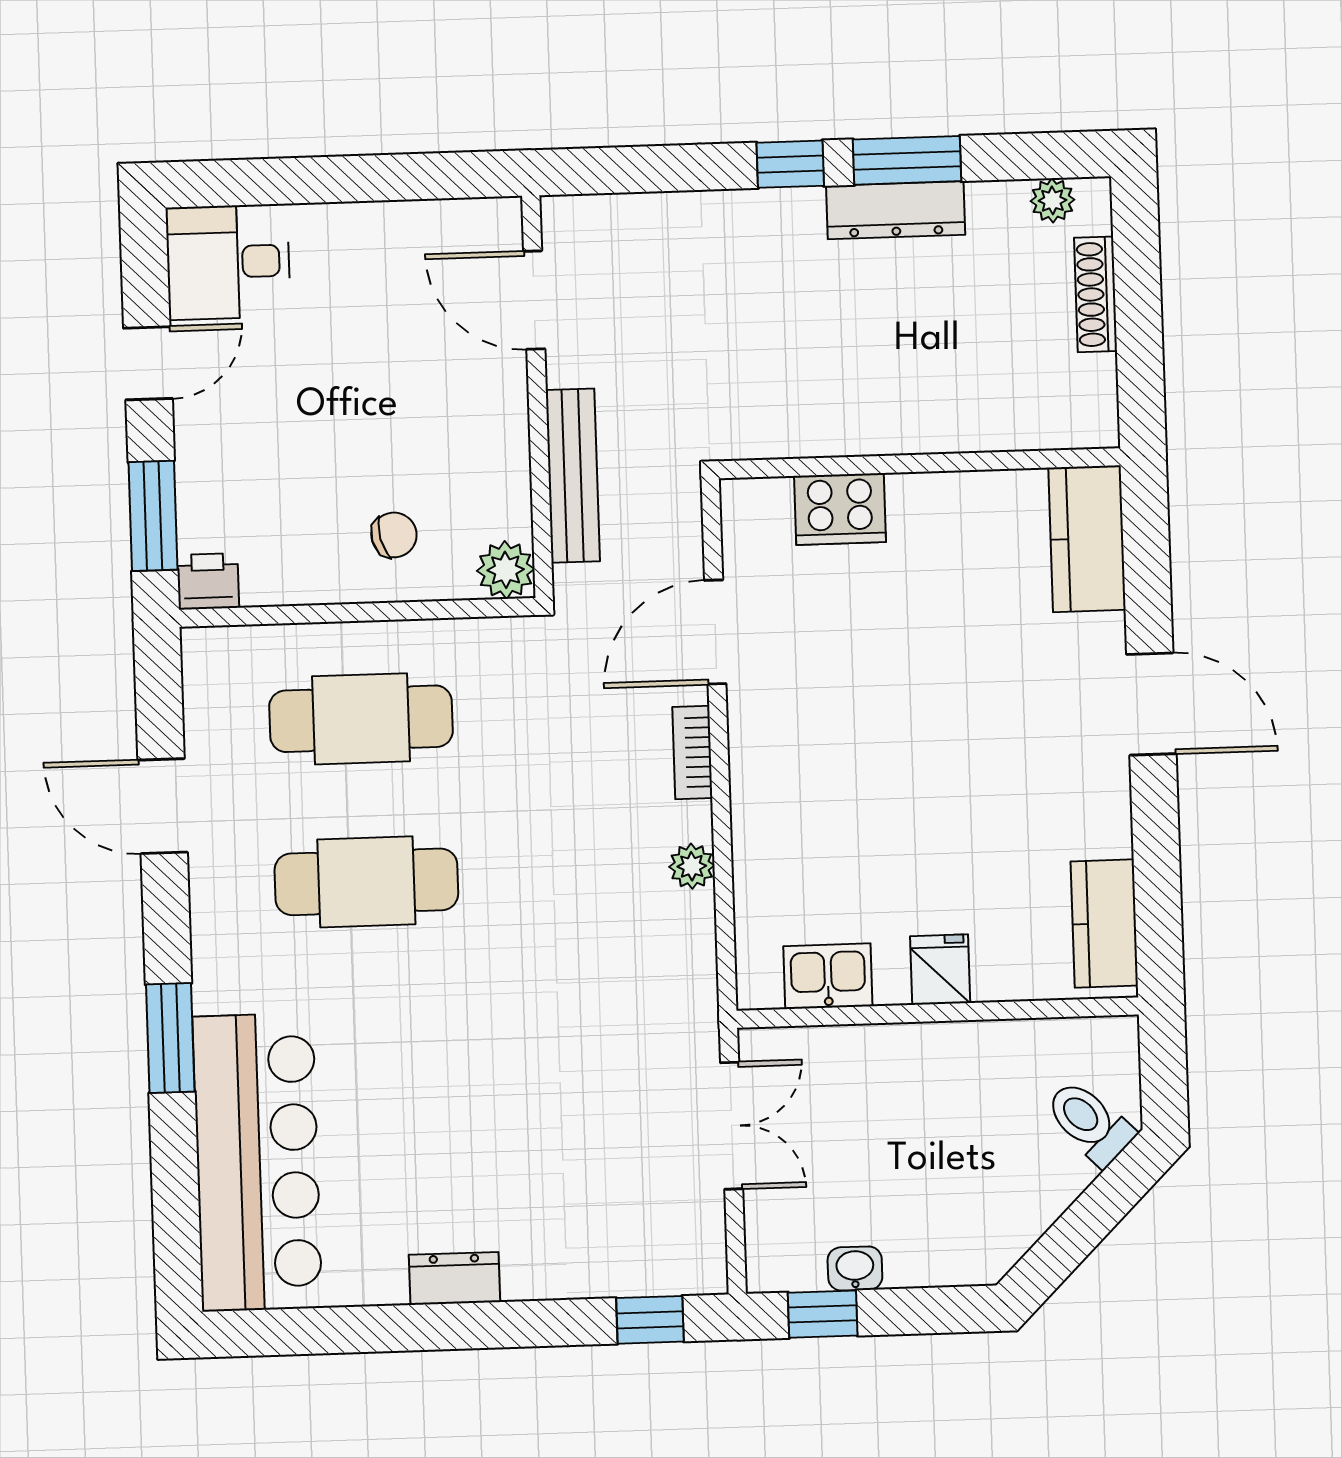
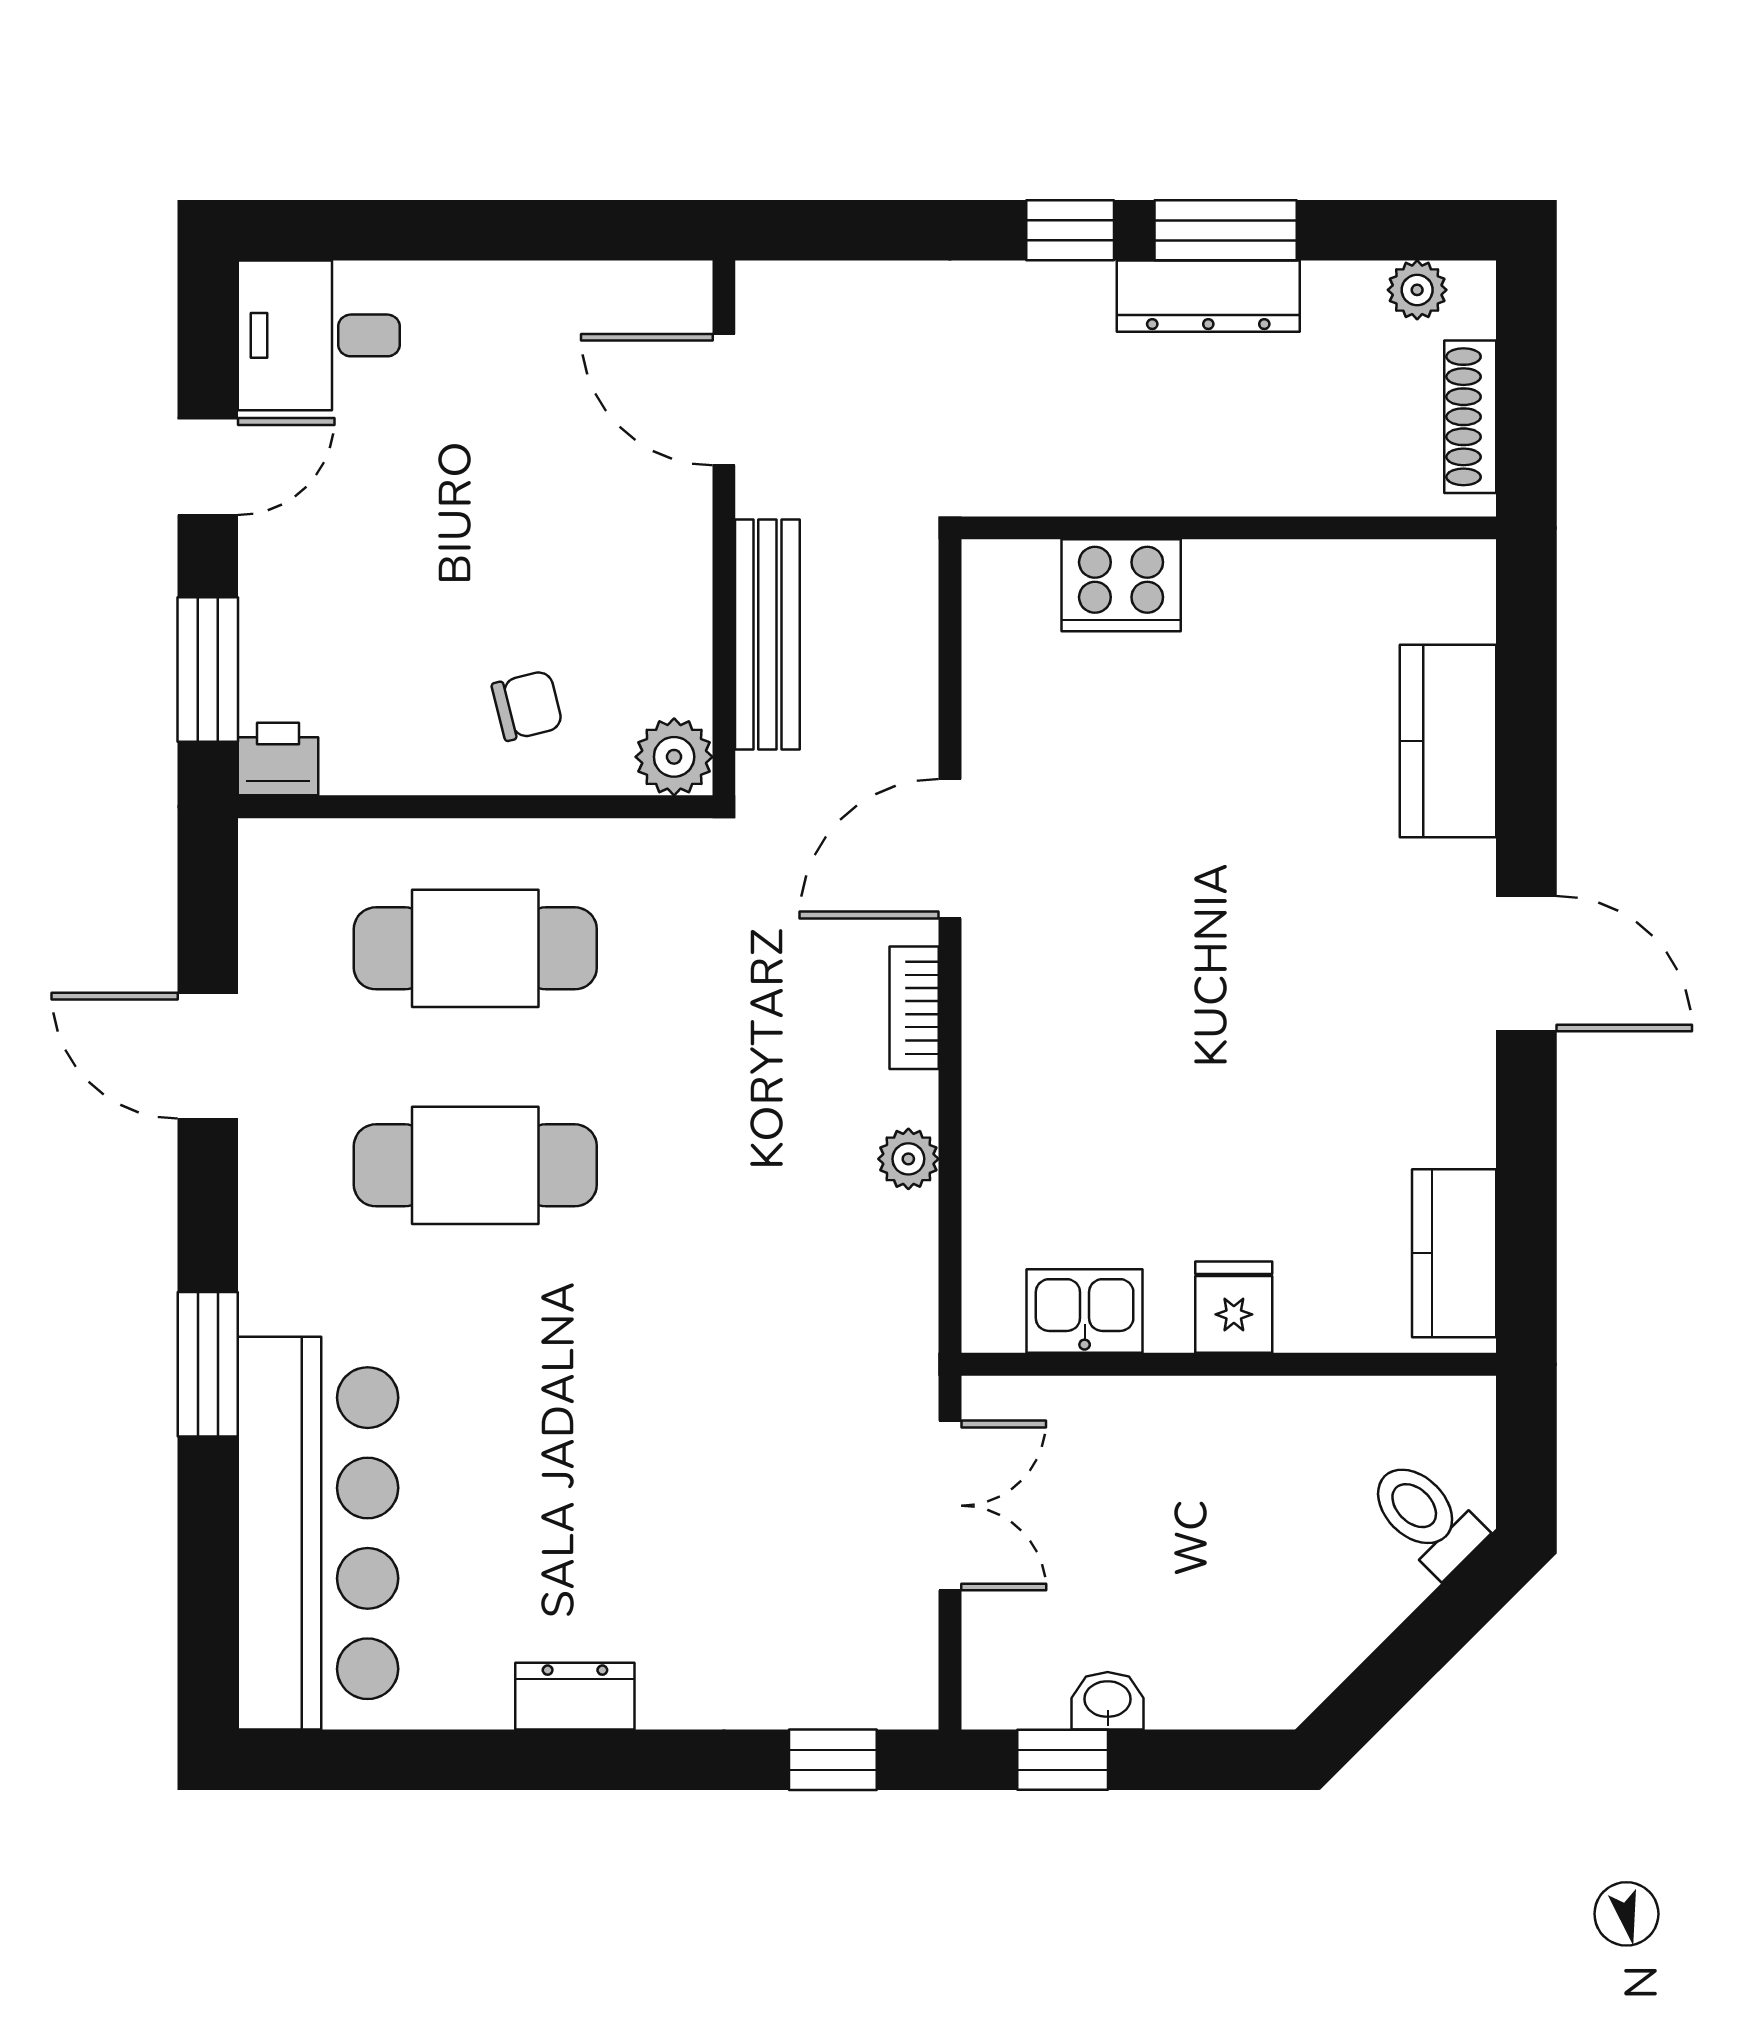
wall: (919, 463) -> (1229, 528), moved
cooker: (840, 509) -> (1121, 585), moved

